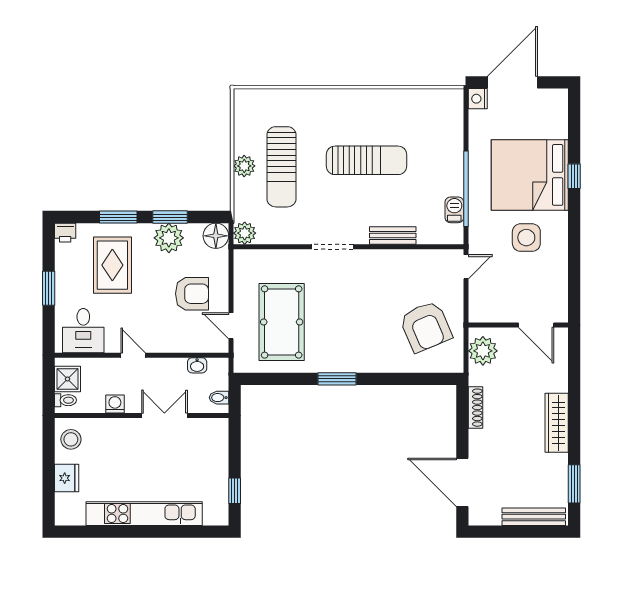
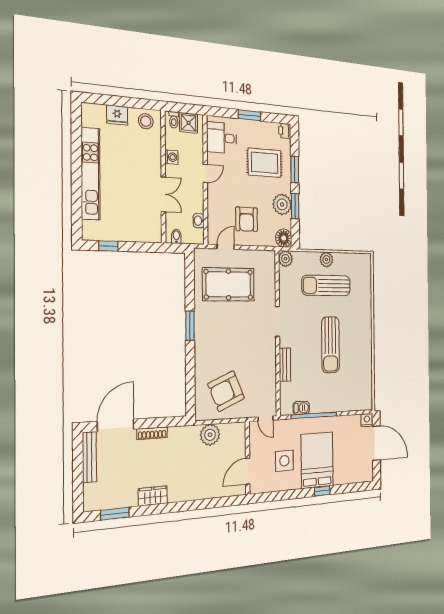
bed: (530, 175) -> (317, 460), width x0.73
wall: (518, 325) -> (248, 458), moved
door: (536, 325) -> (248, 471), moved
shoe rack: (476, 408) -> (152, 433), moved
wardrobe: (557, 423) -> (153, 496), width x0.67
bench: (534, 517) -> (89, 457), moved

